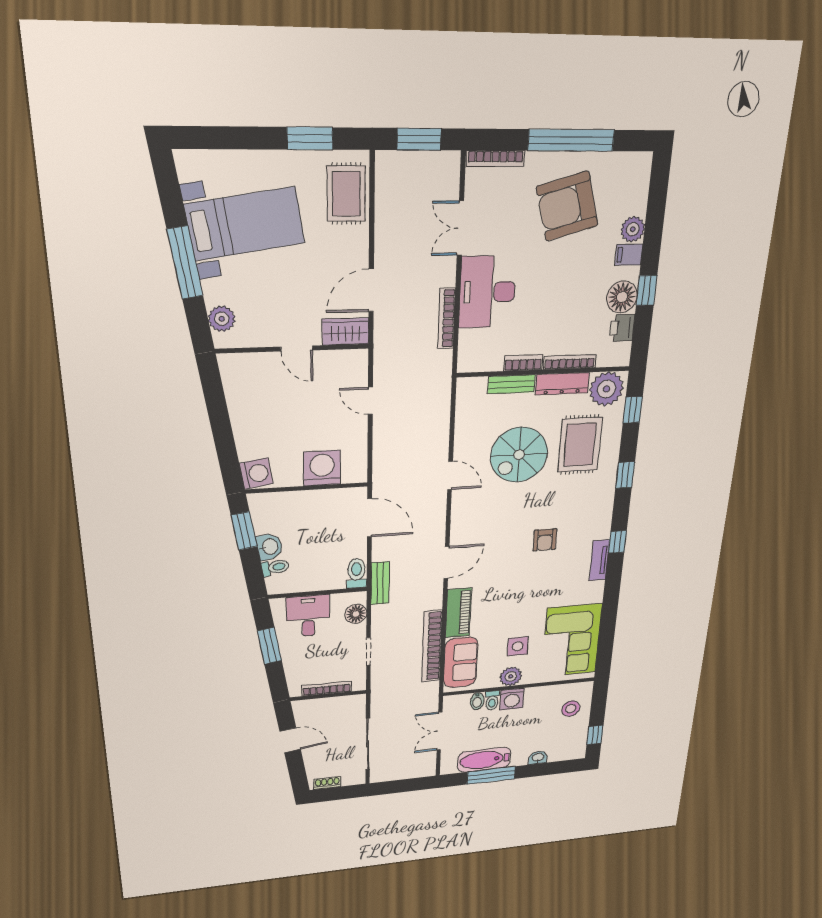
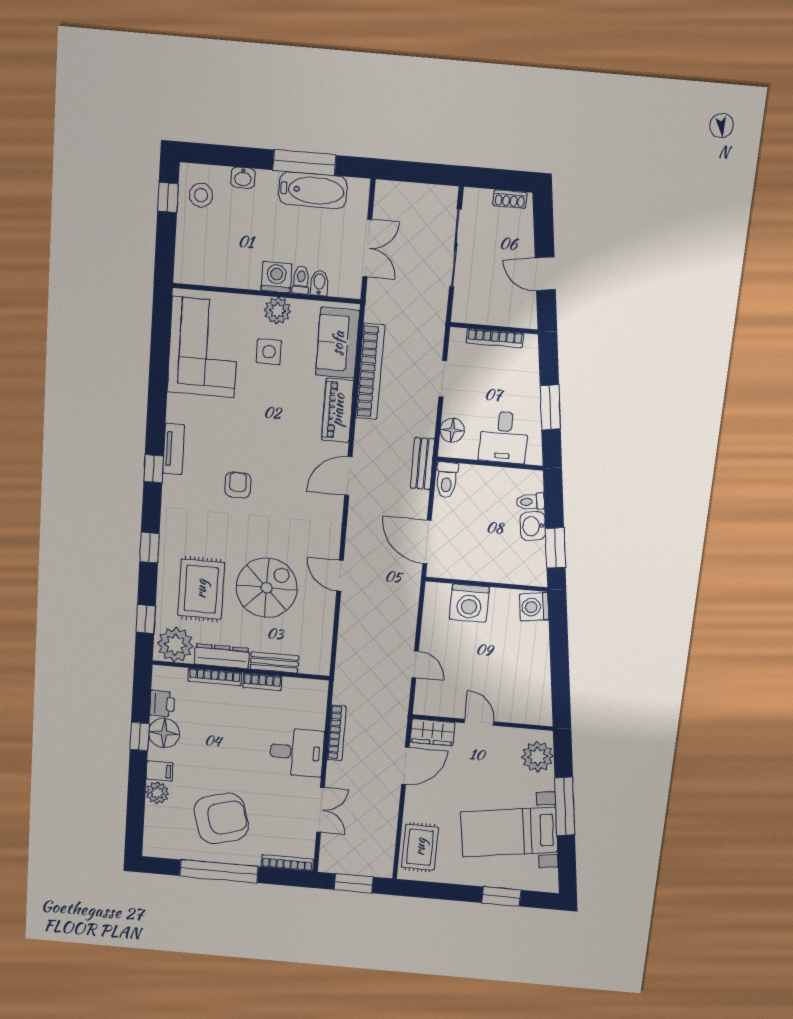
window: (310, 138) -> (501, 897), moved
desk: (487, 292) -> (297, 752), width x0.73
plant: (222, 319) -> (538, 757), width x1.36, depth x1.36
stool: (571, 709) -> (201, 195), moved

